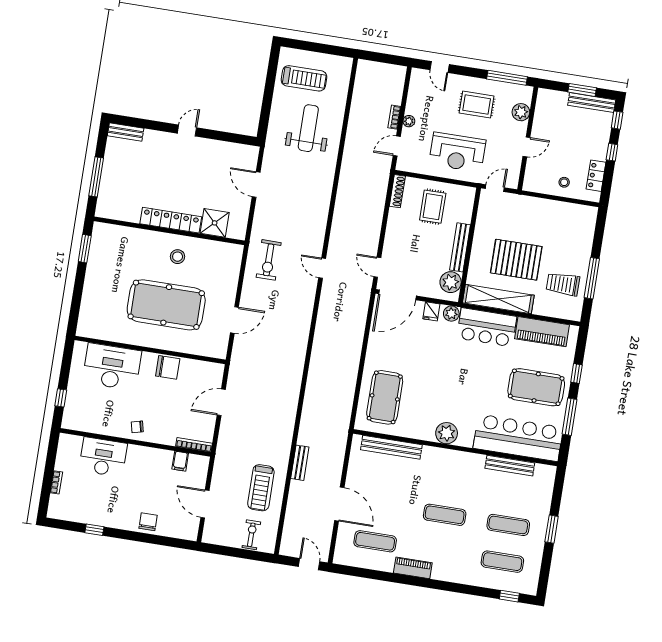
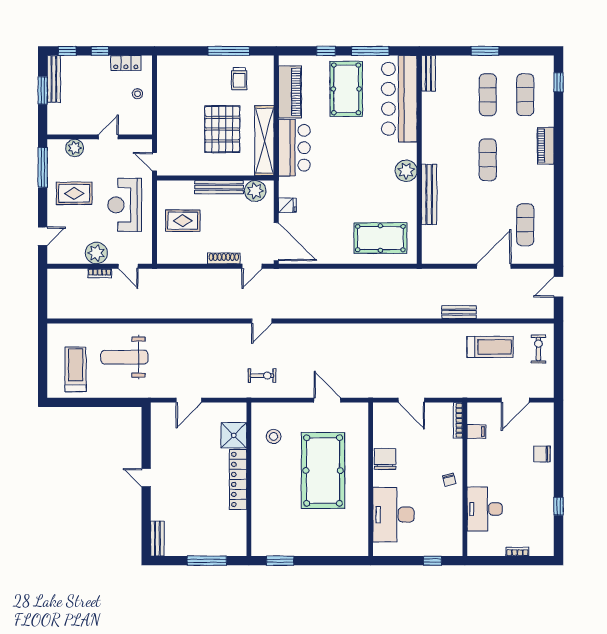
rug: (477, 105) -> (74, 193), turned 90
plant: (409, 121) -> (96, 253), width x1.88, depth x1.88
door: (526, 147) -> (108, 137), hinge flipped
reception desk: (457, 152) -> (125, 205), turned 180
shoe rack: (397, 191) -> (224, 258), moved
stool: (178, 257) -> (274, 436), moved
exercise bike: (269, 260) -> (262, 376), width x0.73, depth x0.72
trolley: (563, 284) -> (239, 79), width x0.73, depth x0.72
plant: (451, 314) -> (286, 185), removed
bench: (391, 447) -> (429, 194), moved
bench: (510, 466) -> (428, 73), moved, width x0.73
exercise bike: (251, 535) -> (538, 349), turned 90
piano: (413, 568) -> (546, 146), moved

